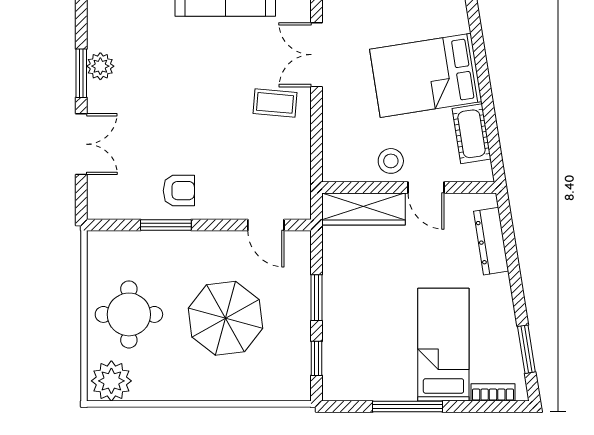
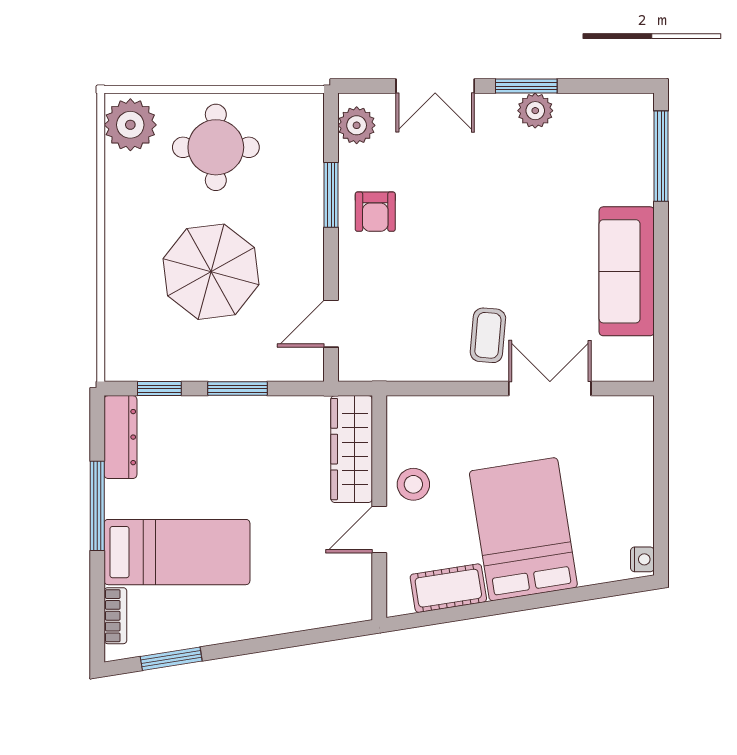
plant: (112, 205) -> (357, 125), added
dresser: (491, 241) -> (120, 437), moved, turned 99

